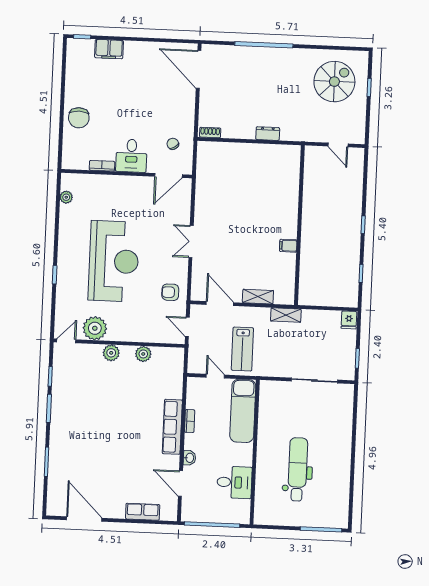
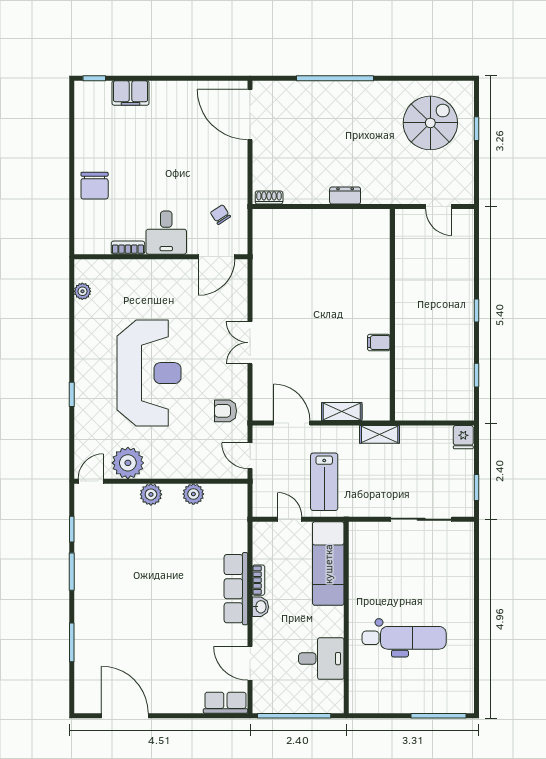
washbasin: (189, 458) -> (260, 607), moved
dental chair: (298, 469) -> (404, 638), turned 90
row of seats: (143, 512) -> (225, 703), moved

